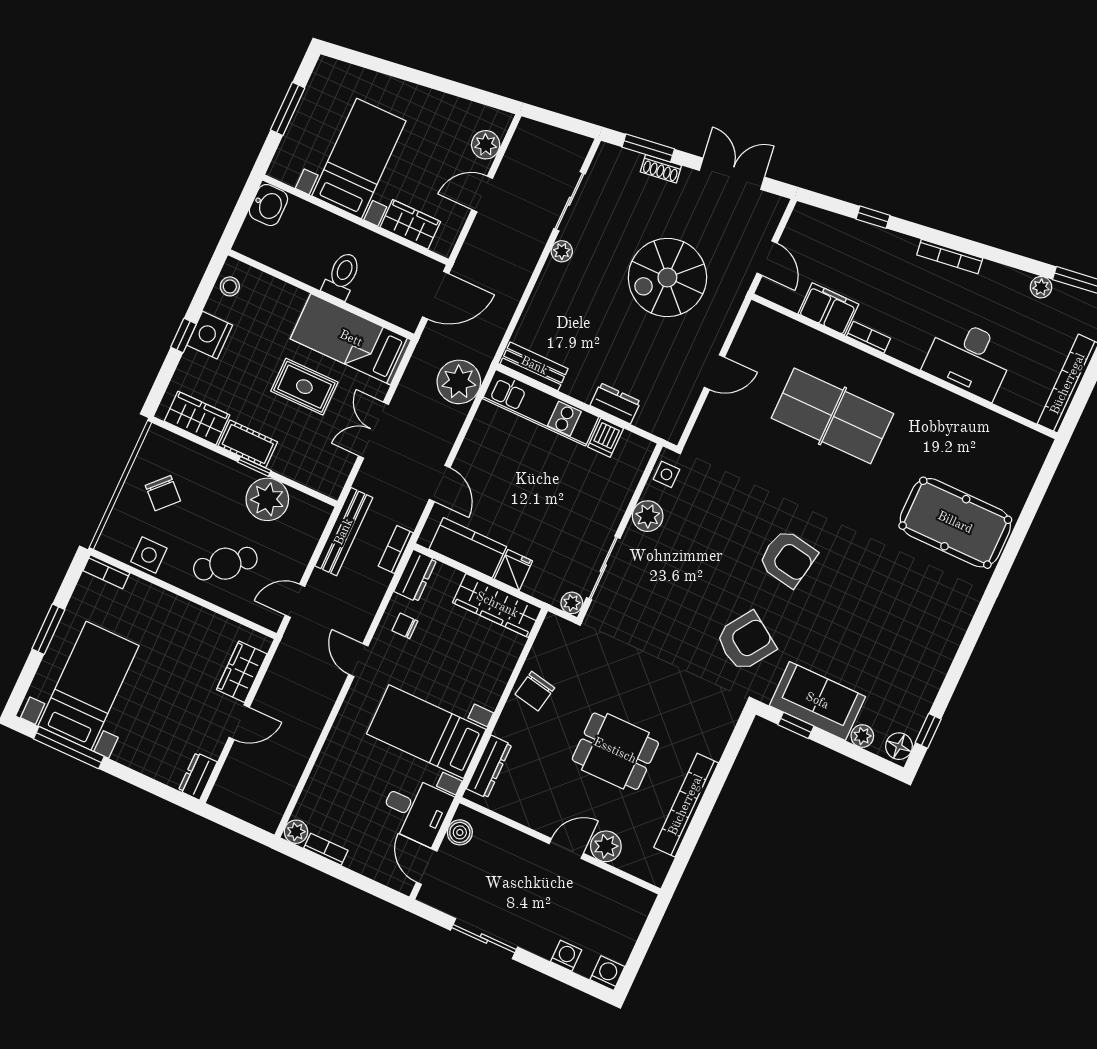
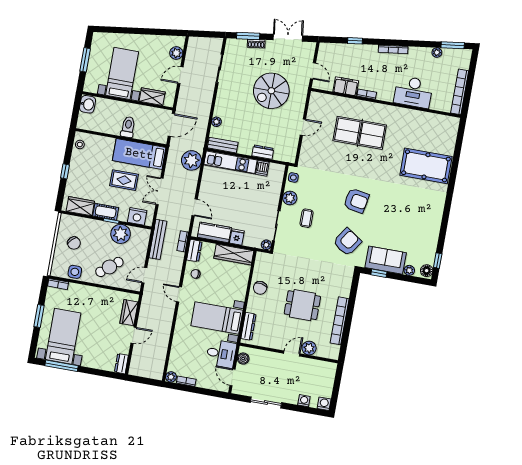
plant: (562, 251) -> (216, 122), moved
nightstand: (210, 335) -> (137, 216), moved, turned -90
coffee table: (672, 568) -> (307, 218), added

